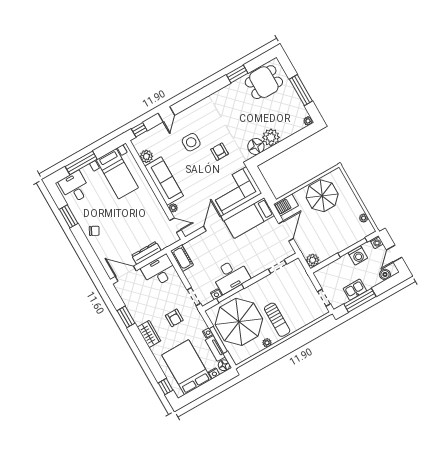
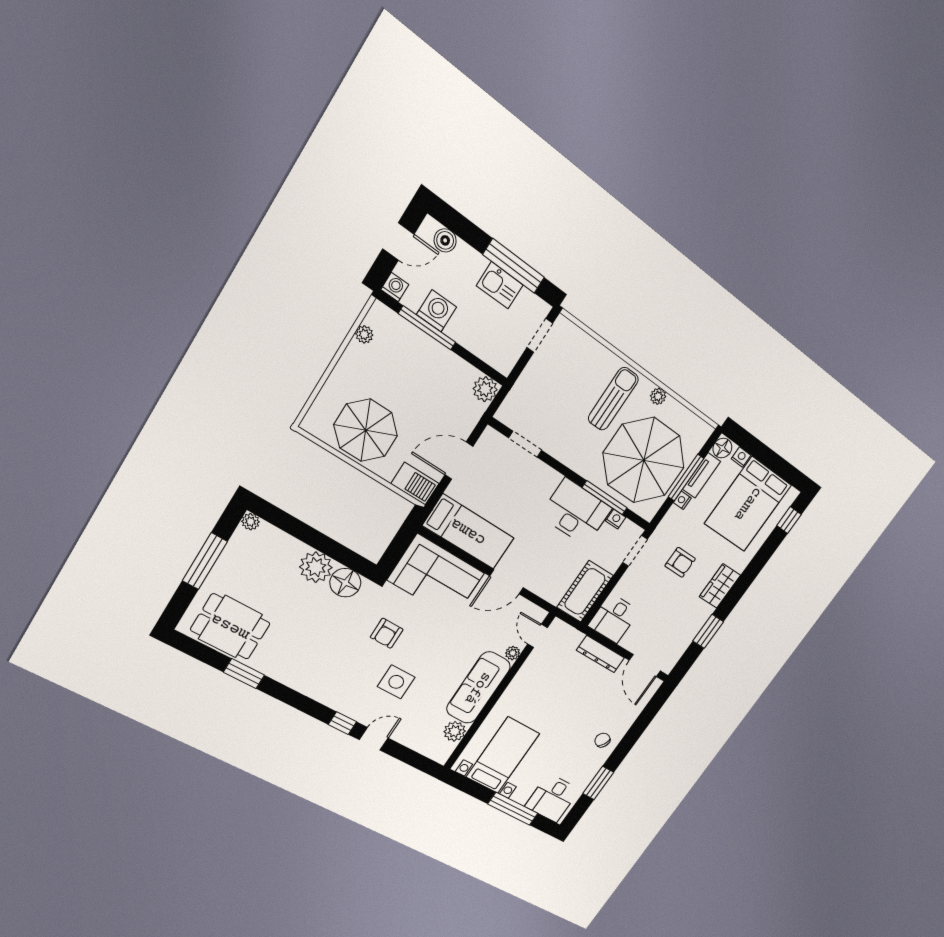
window: (139, 130) -> (342, 723), moved
cot: (182, 258) -> (585, 591), width x1.37, depth x1.34
desk: (159, 271) -> (614, 618), width x0.73
armchair: (174, 318) -> (680, 562), turned 90

